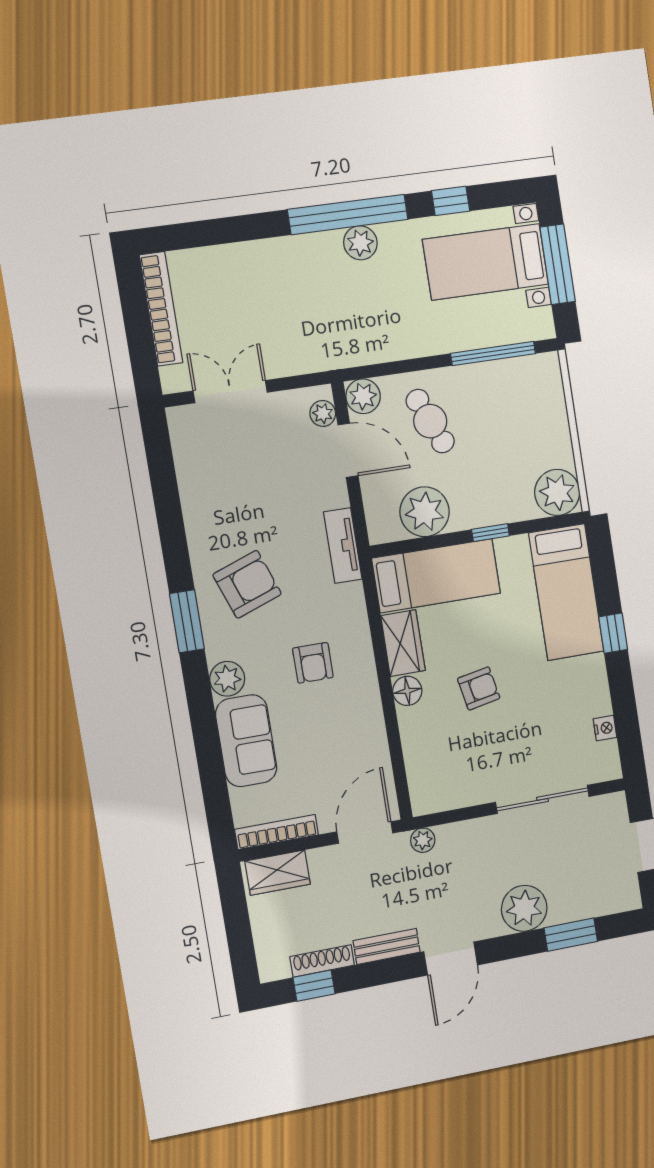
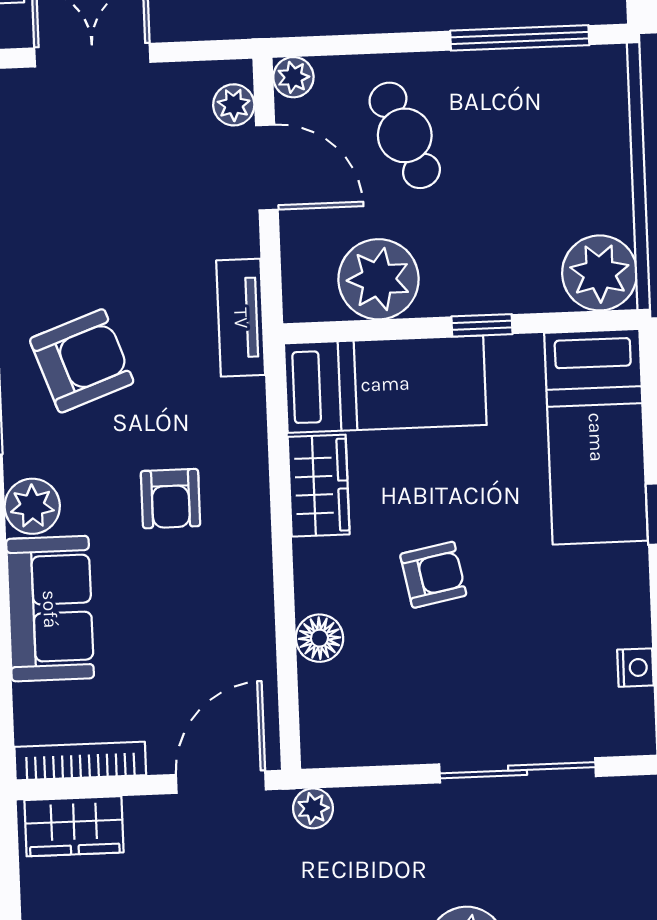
plant: (363, 396) -> (293, 77), width x0.73, depth x0.73
floor lamp: (407, 691) -> (319, 638), moved

